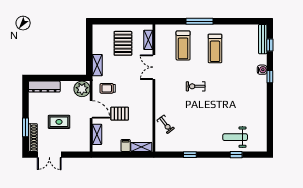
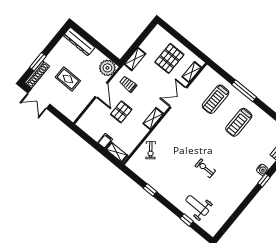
exercise bike: (196, 86) -> (205, 168), moved
pallet: (120, 114) -> (121, 112), turned 90
shelving: (97, 134) -> (153, 119), moved

